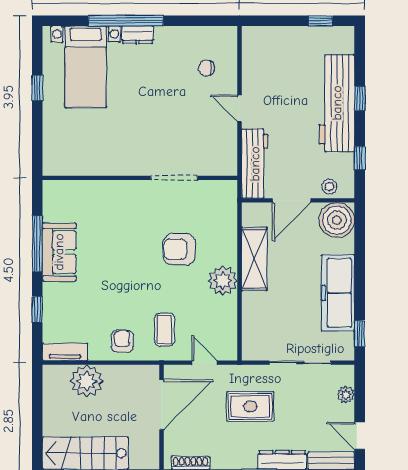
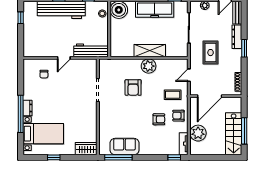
wardrobe: (55, 154) -> (86, 149), added
door: (292, 200) -> (109, 32), removed
window: (37, 244) -> (118, 157), moved
sofa: (59, 252) -> (124, 147), moved
shelving: (254, 259) -> (150, 51), moved
armchair: (114, 302) -> (159, 119), added
window: (37, 310) -> (174, 157), moved
door: (161, 405) -> (210, 96), swing flipped

